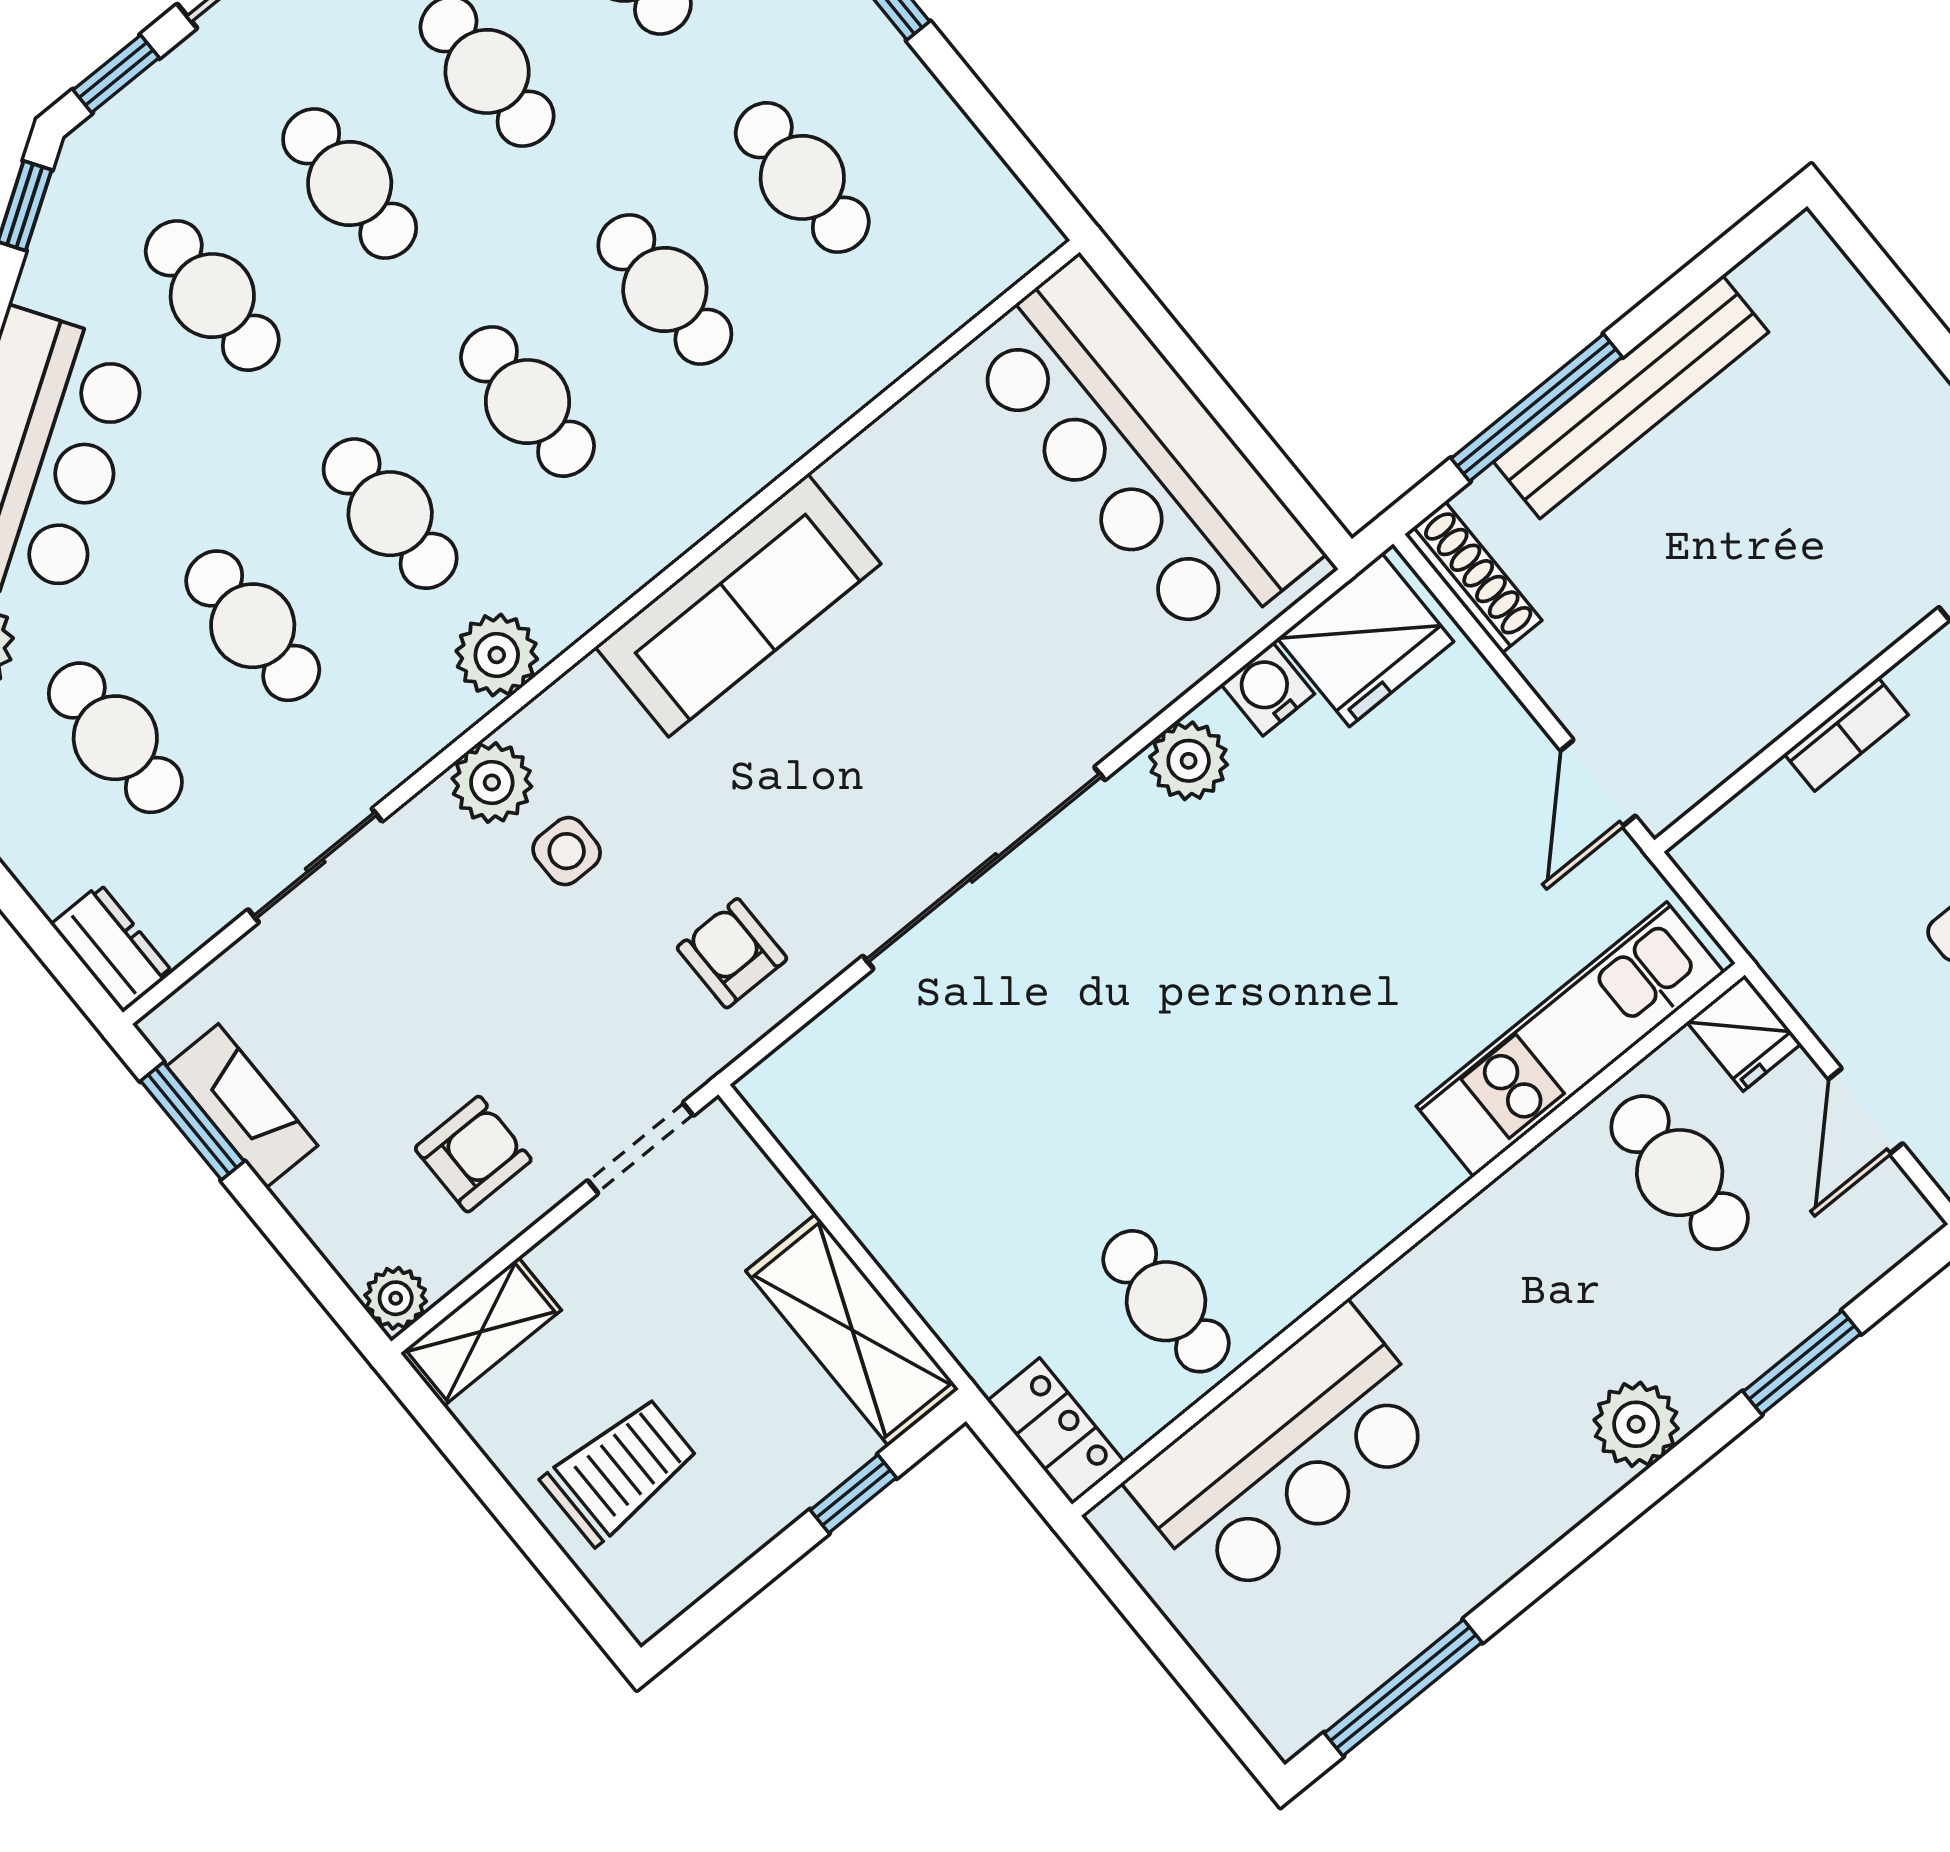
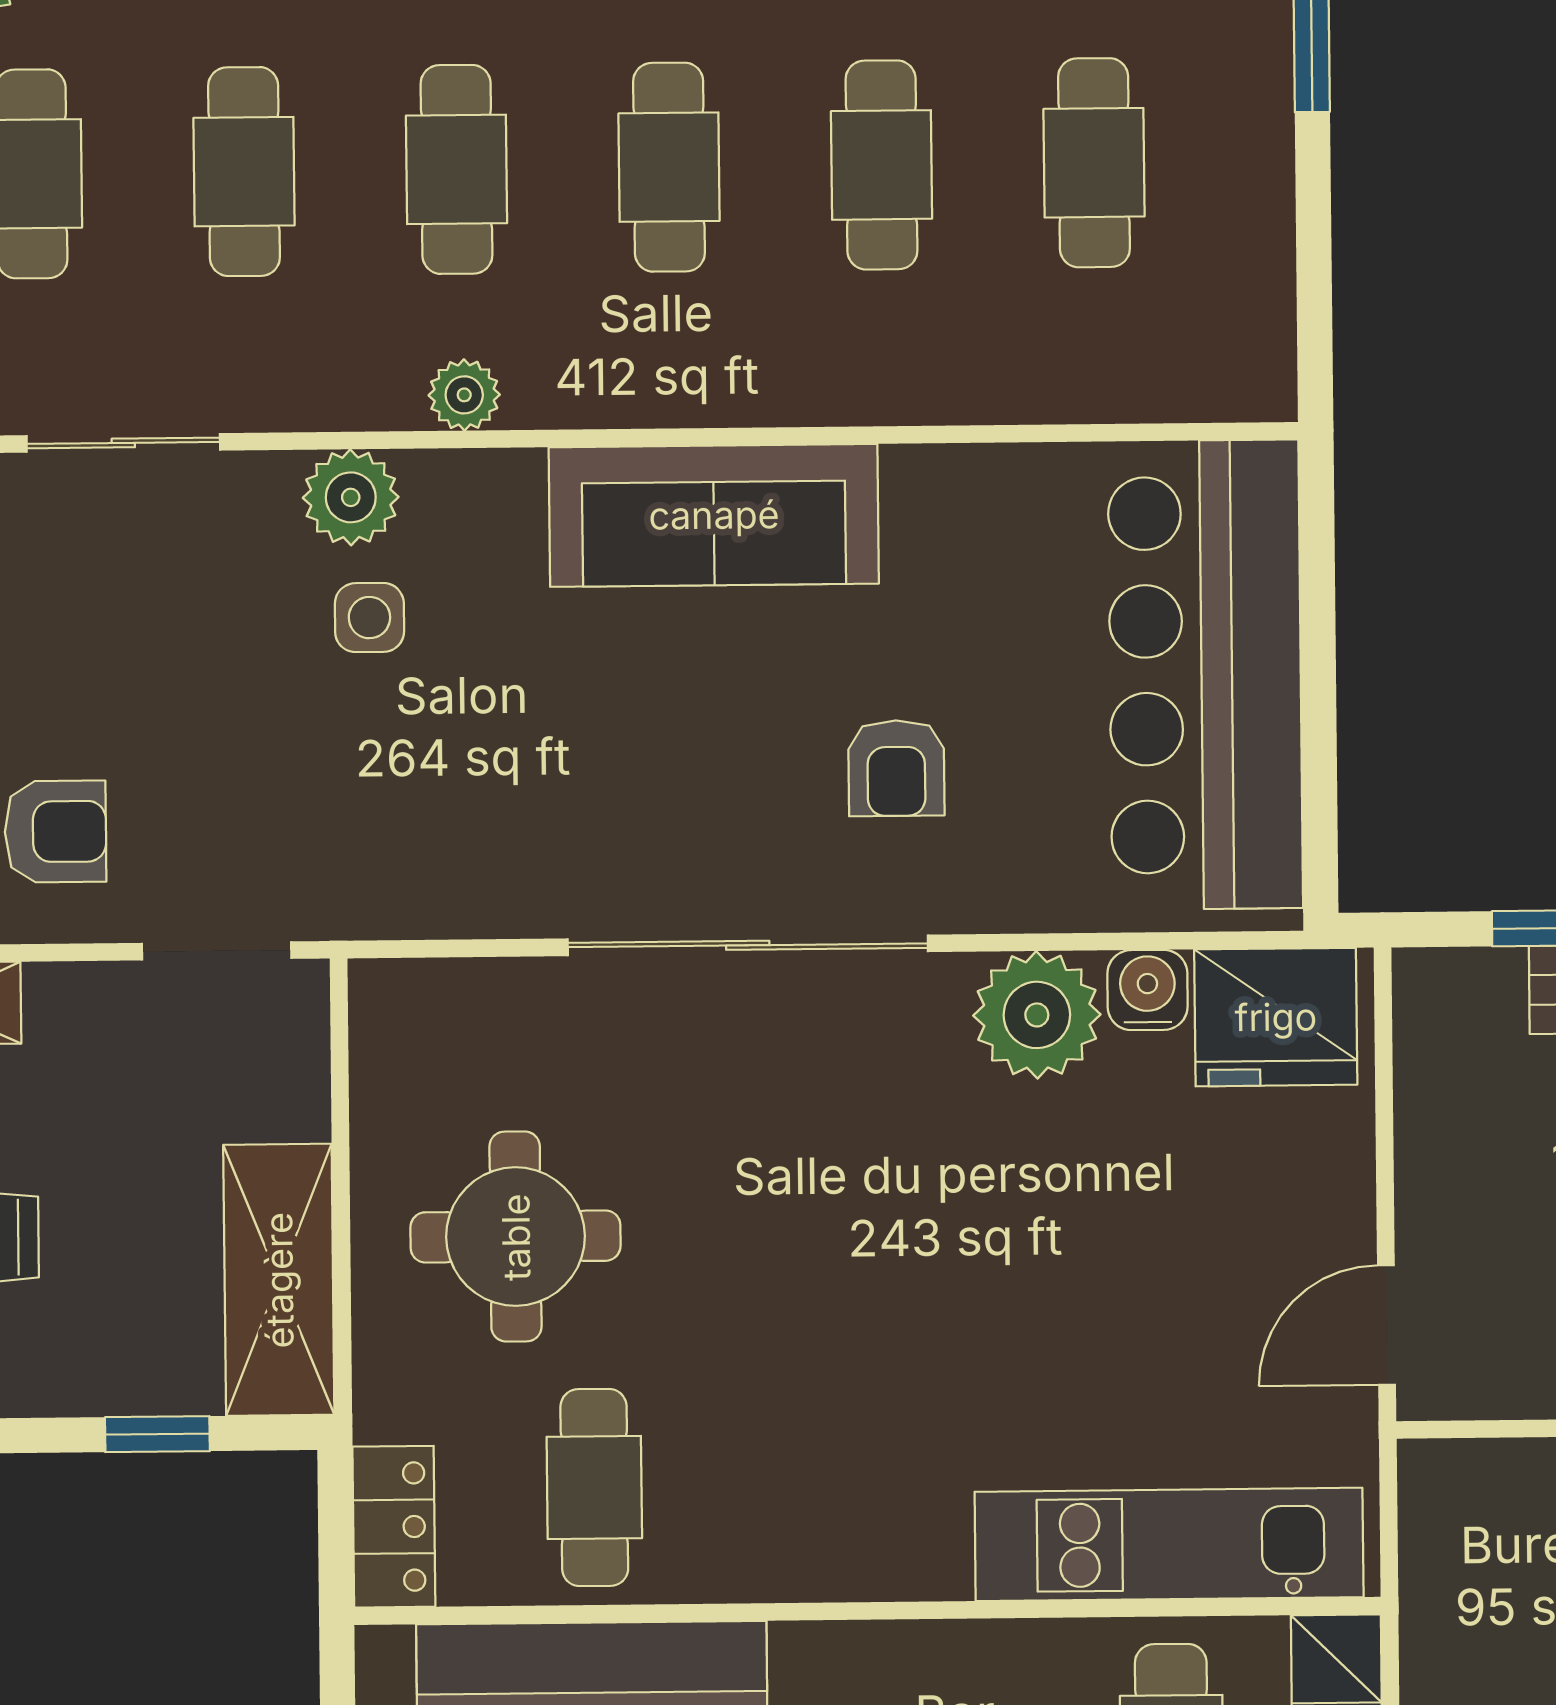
shoe rack: (1473, 577) -> (1424, 1039), removed
plant: (497, 655) -> (464, 395), width x0.73, depth x0.73
plant: (1189, 761) -> (1037, 1015), width x1.36, depth x1.36
armchair: (732, 953) -> (896, 768), moved, turned 180
round table: (984, 1179) -> (516, 1237), added

